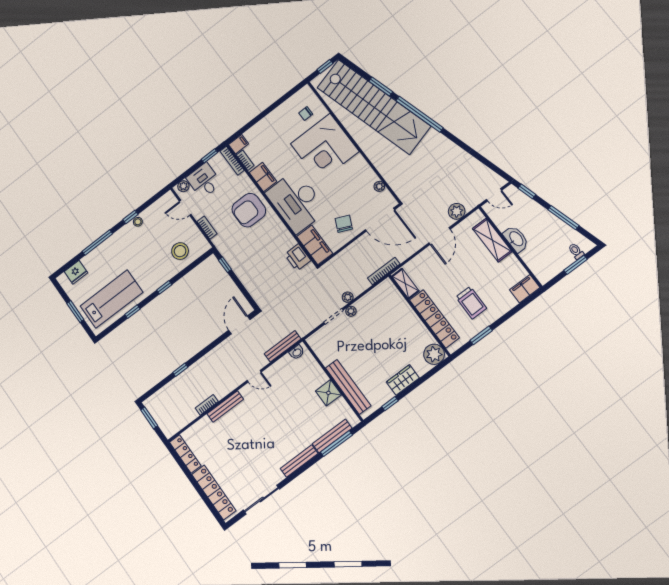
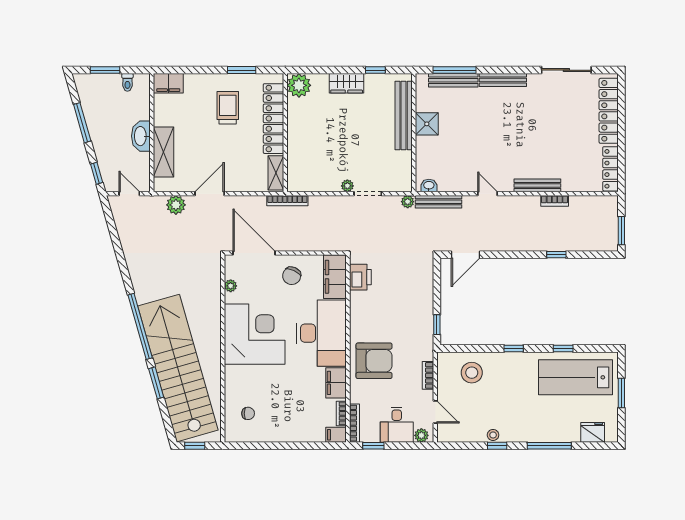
corner desk: (325, 148) -> (255, 334), moved
toilet: (576, 251) -> (127, 82), moved
plant: (348, 297) -> (408, 202), moved

